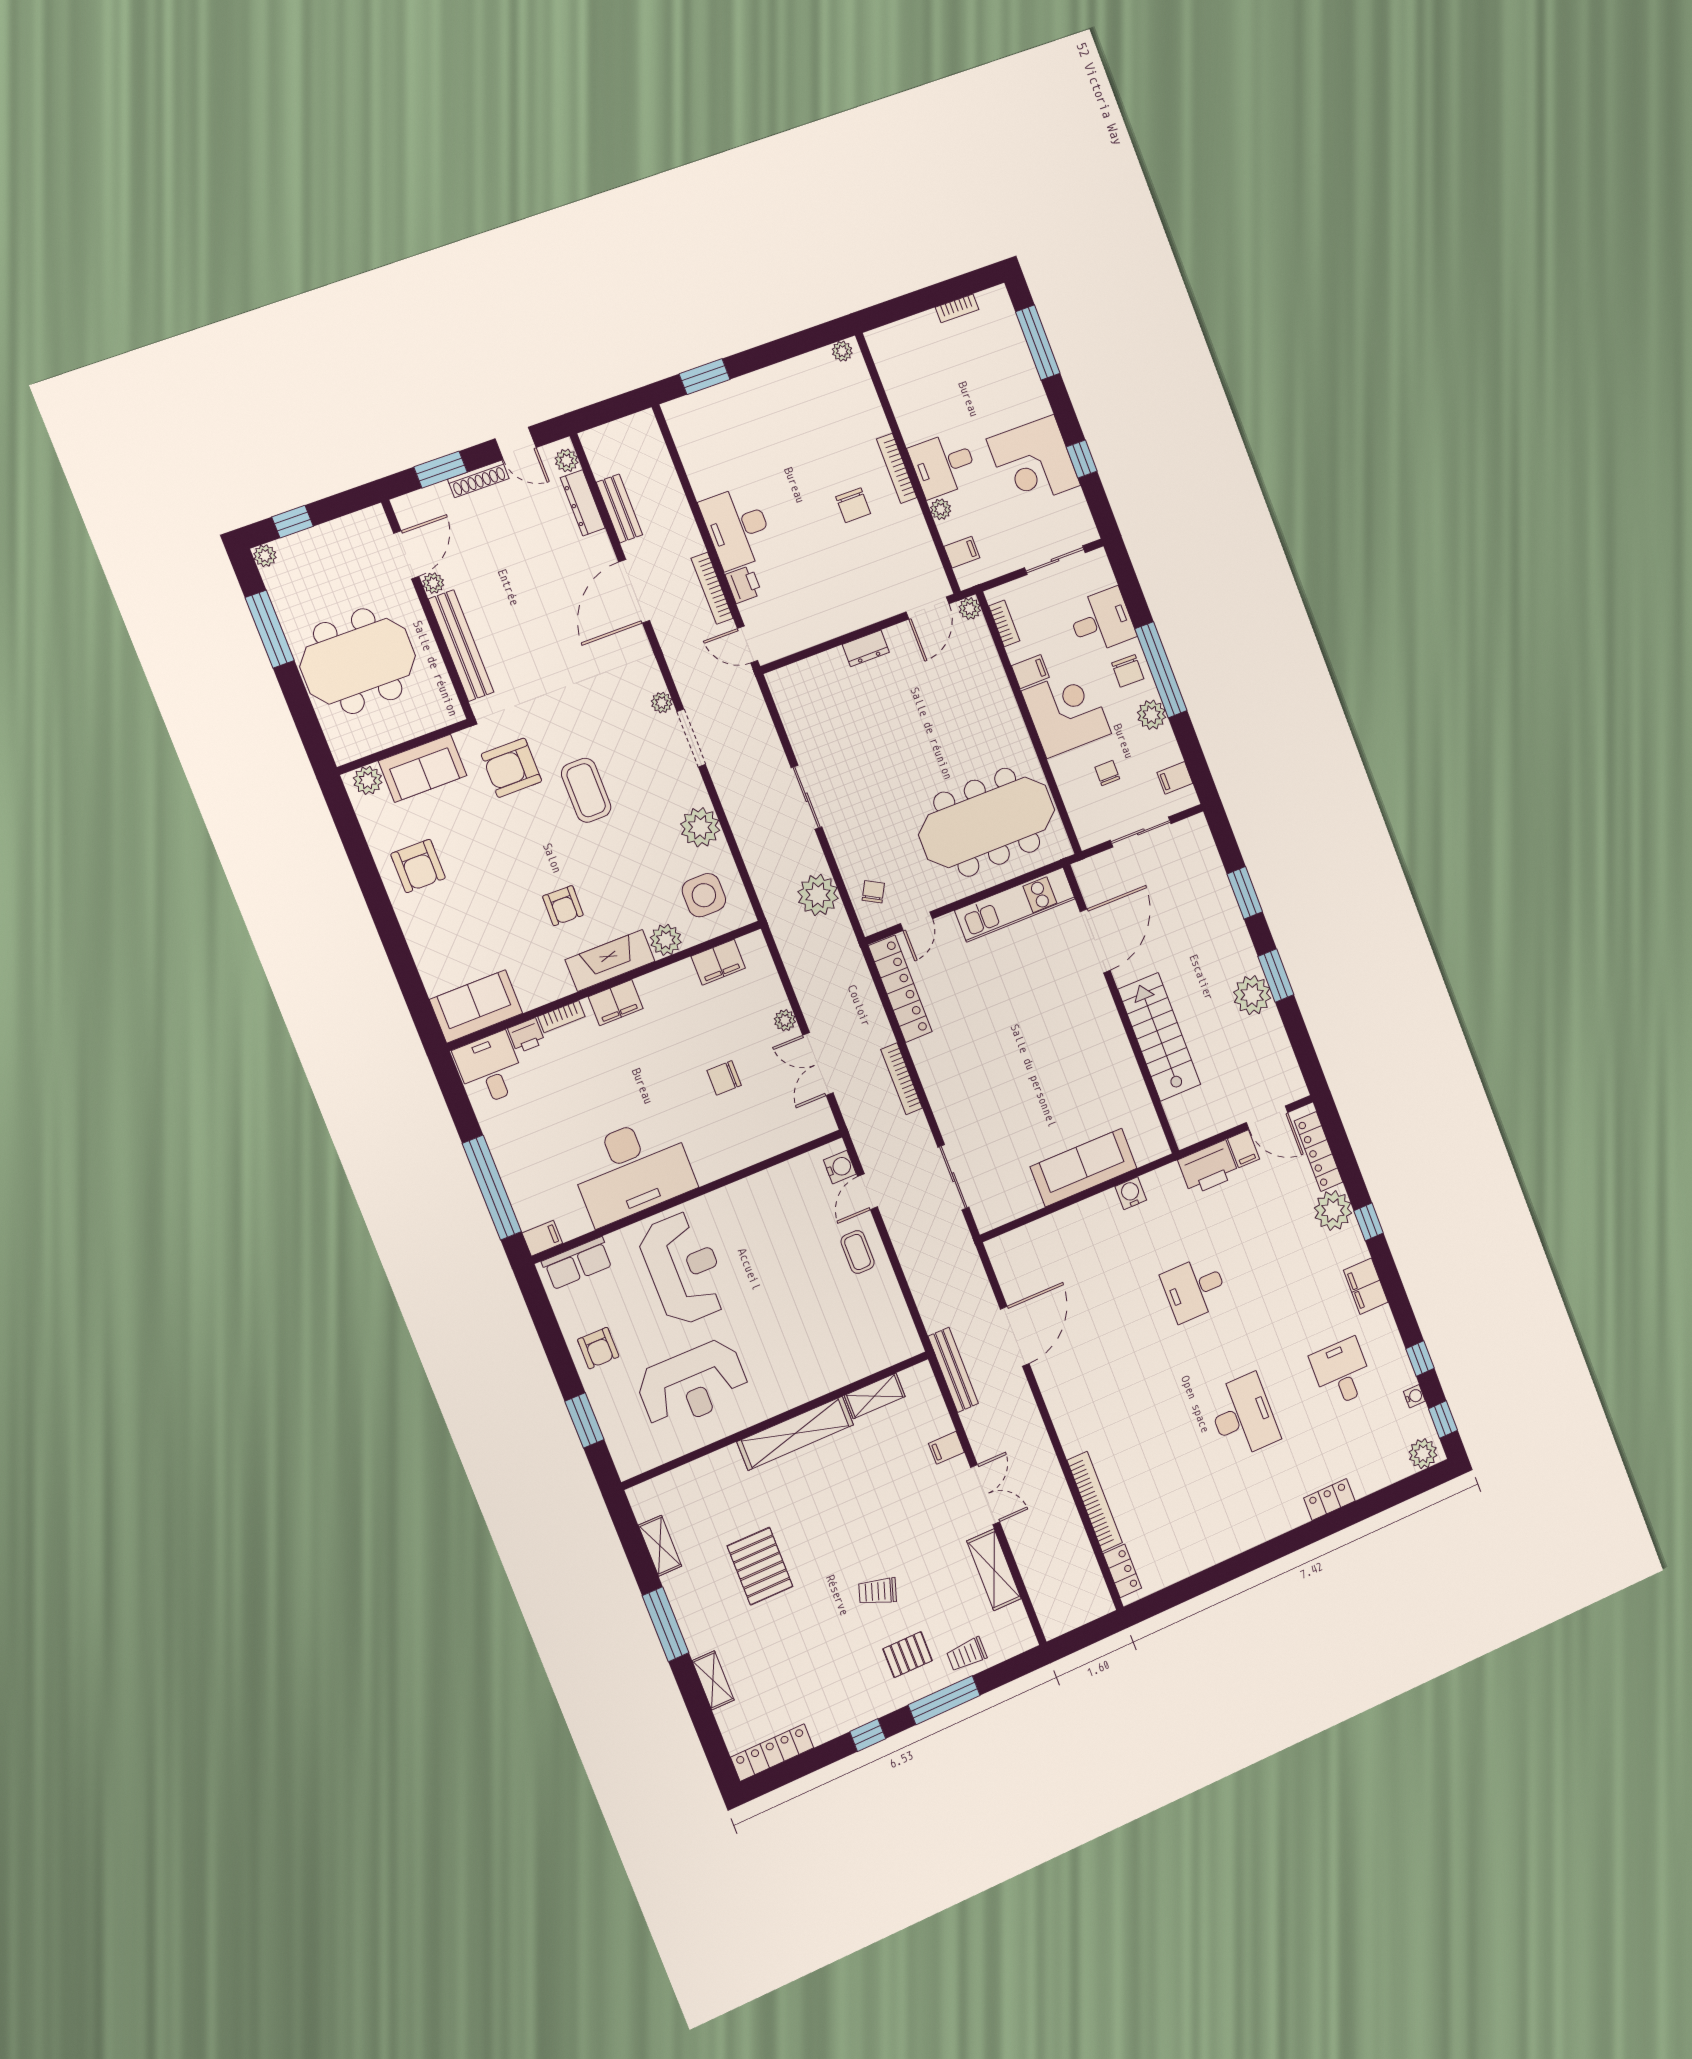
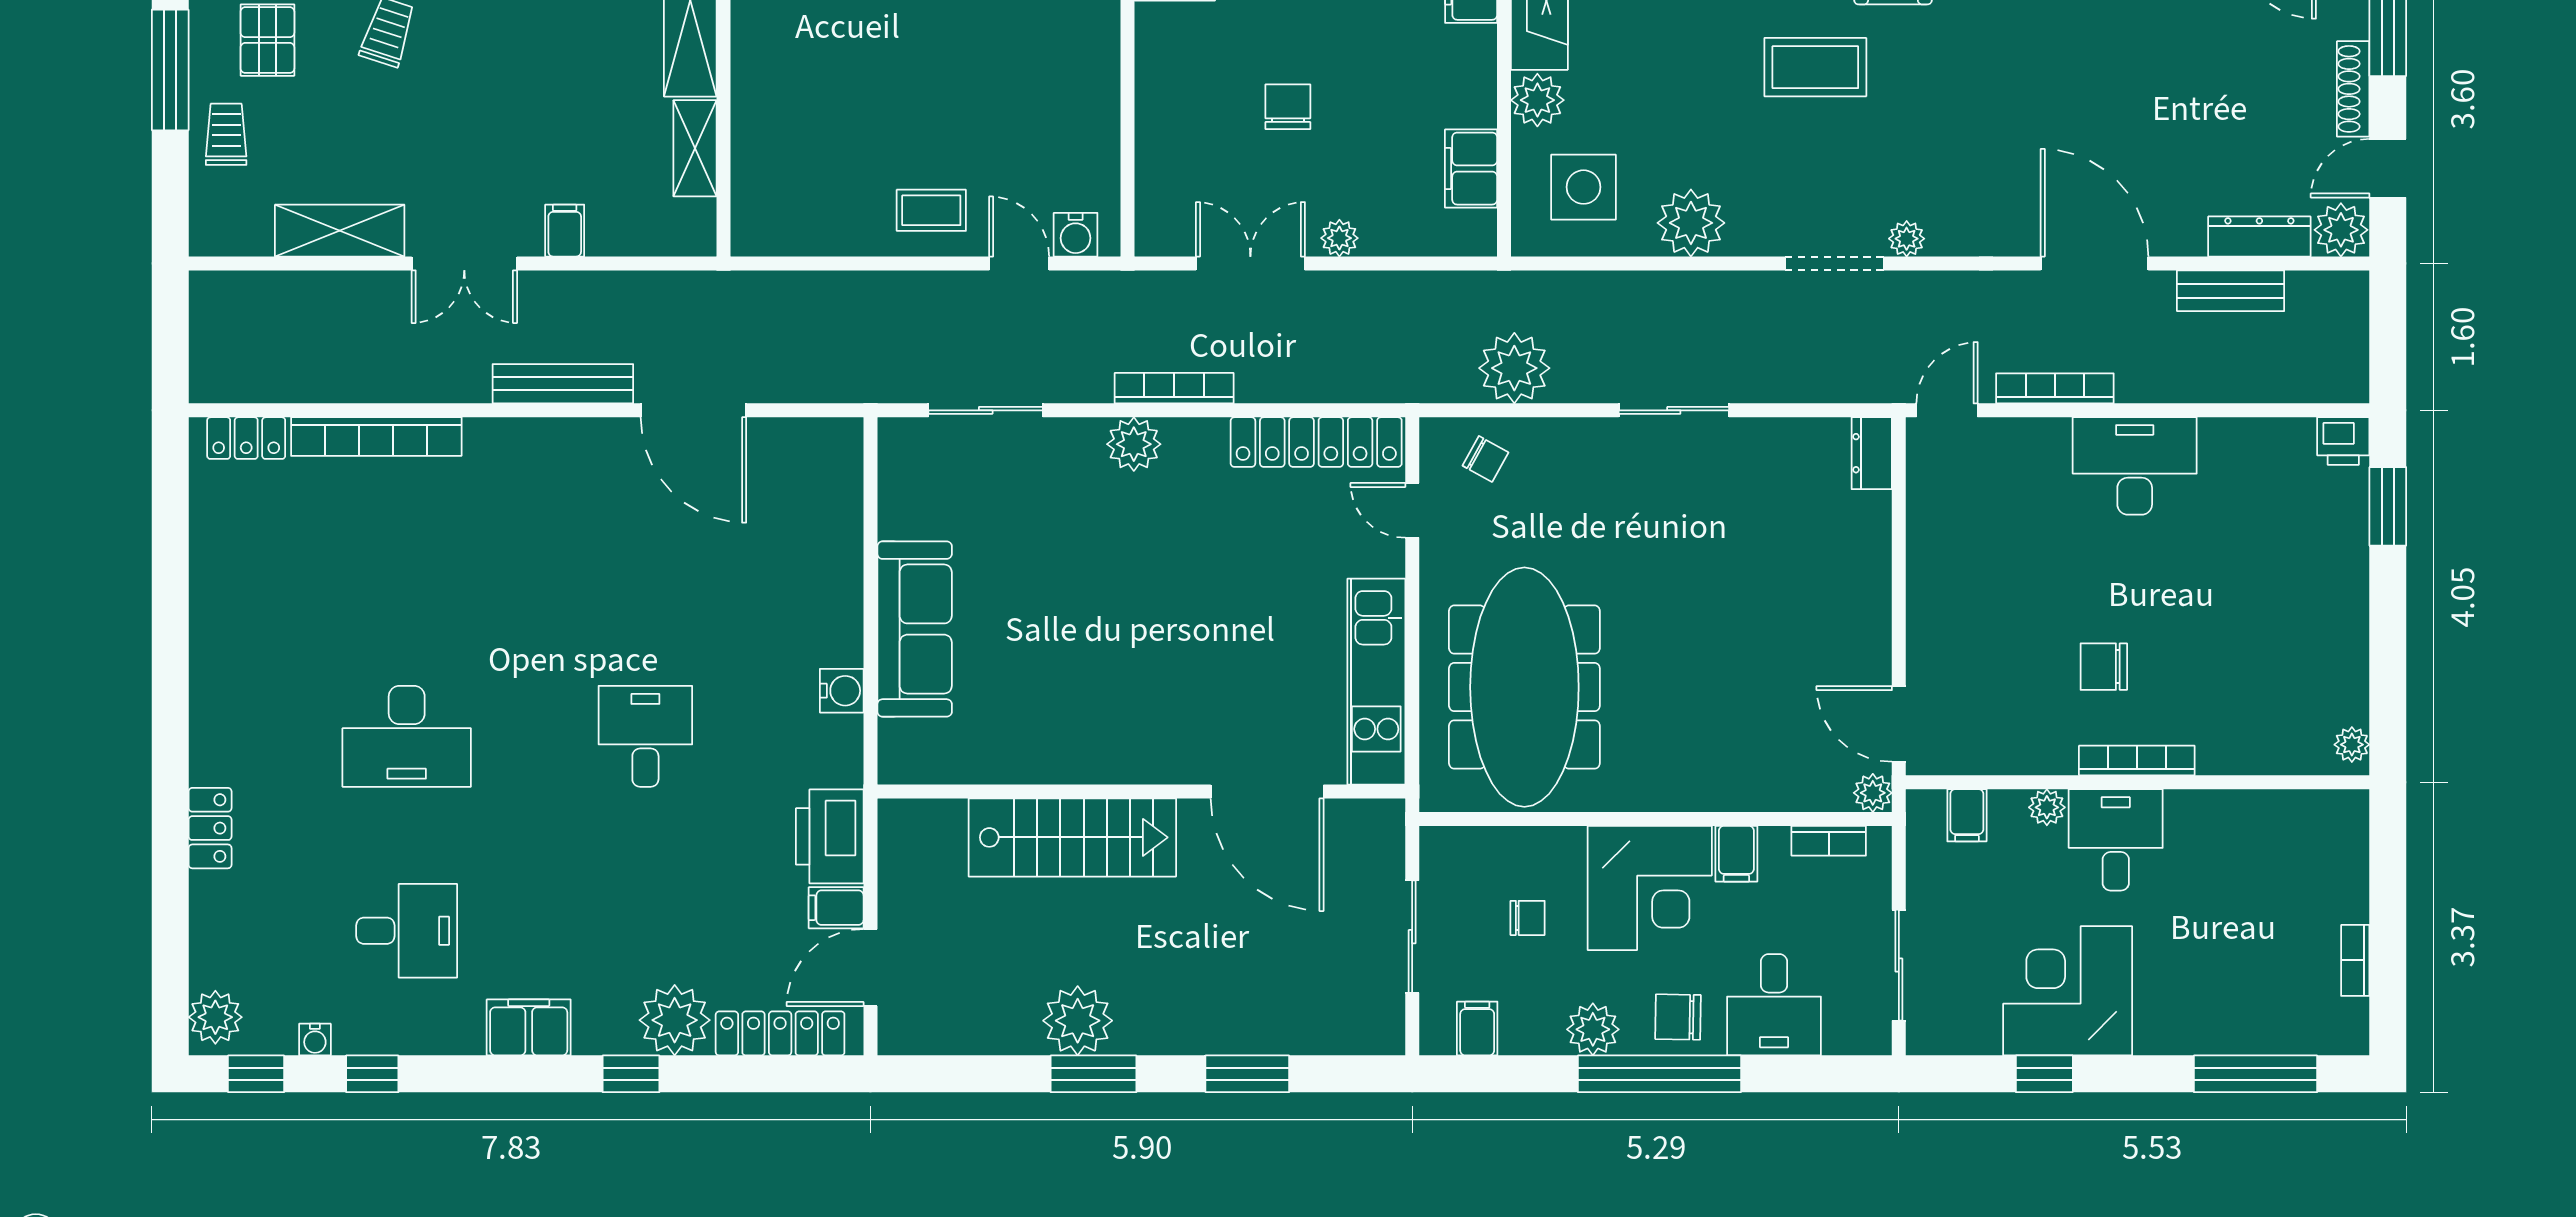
plant: (567, 460) -> (2341, 230), width x1.38, depth x1.38
printer: (744, 584) -> (2343, 441), moved
dresser: (866, 648) -> (1872, 453), moved
plant: (940, 1089) -> (1134, 444), added
bench: (953, 1370) -> (563, 384), moved

